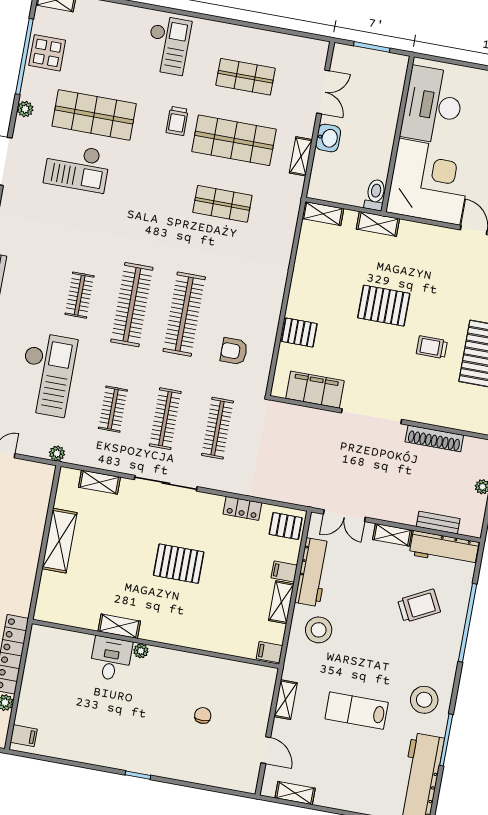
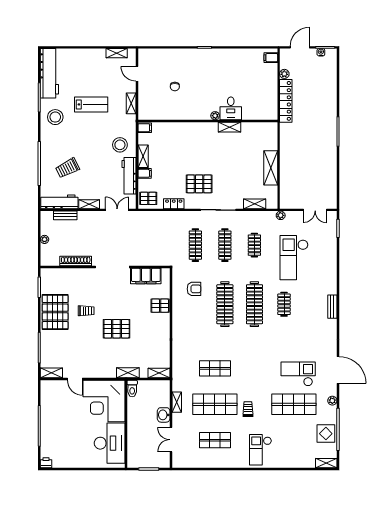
pallet: (179, 564) -> (199, 184), moved

